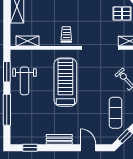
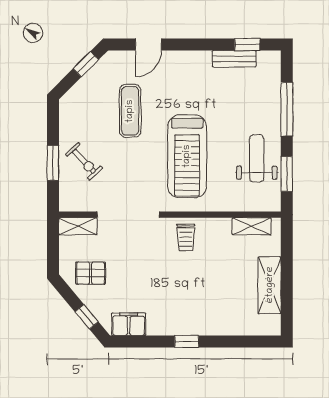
exercise mat: (115, 113) -> (130, 111), moved
bench: (59, 139) -> (234, 59), moved
door: (88, 148) -> (148, 45), hinge flipped

